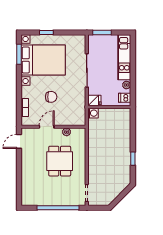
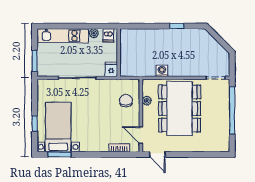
bed with nightstands: (43, 60) -> (58, 127), width x0.73
chair: (51, 97) -> (126, 101), moved
washing machine: (93, 113) -> (162, 71), moved
door: (47, 127) -> (141, 135), moved
dining table: (60, 161) -> (180, 109), width x1.88, depth x1.24

